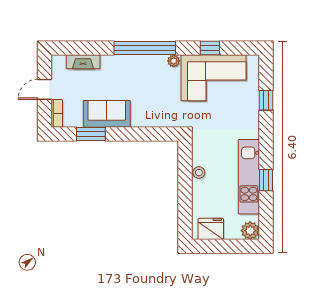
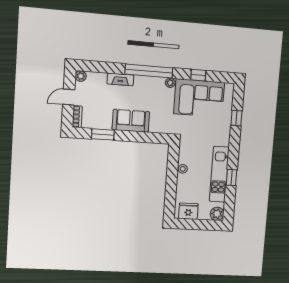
plant: (58, 62) -> (81, 76), added
fireplace: (83, 62) -> (120, 79), moved
sofa: (107, 114) -> (131, 121), moved

